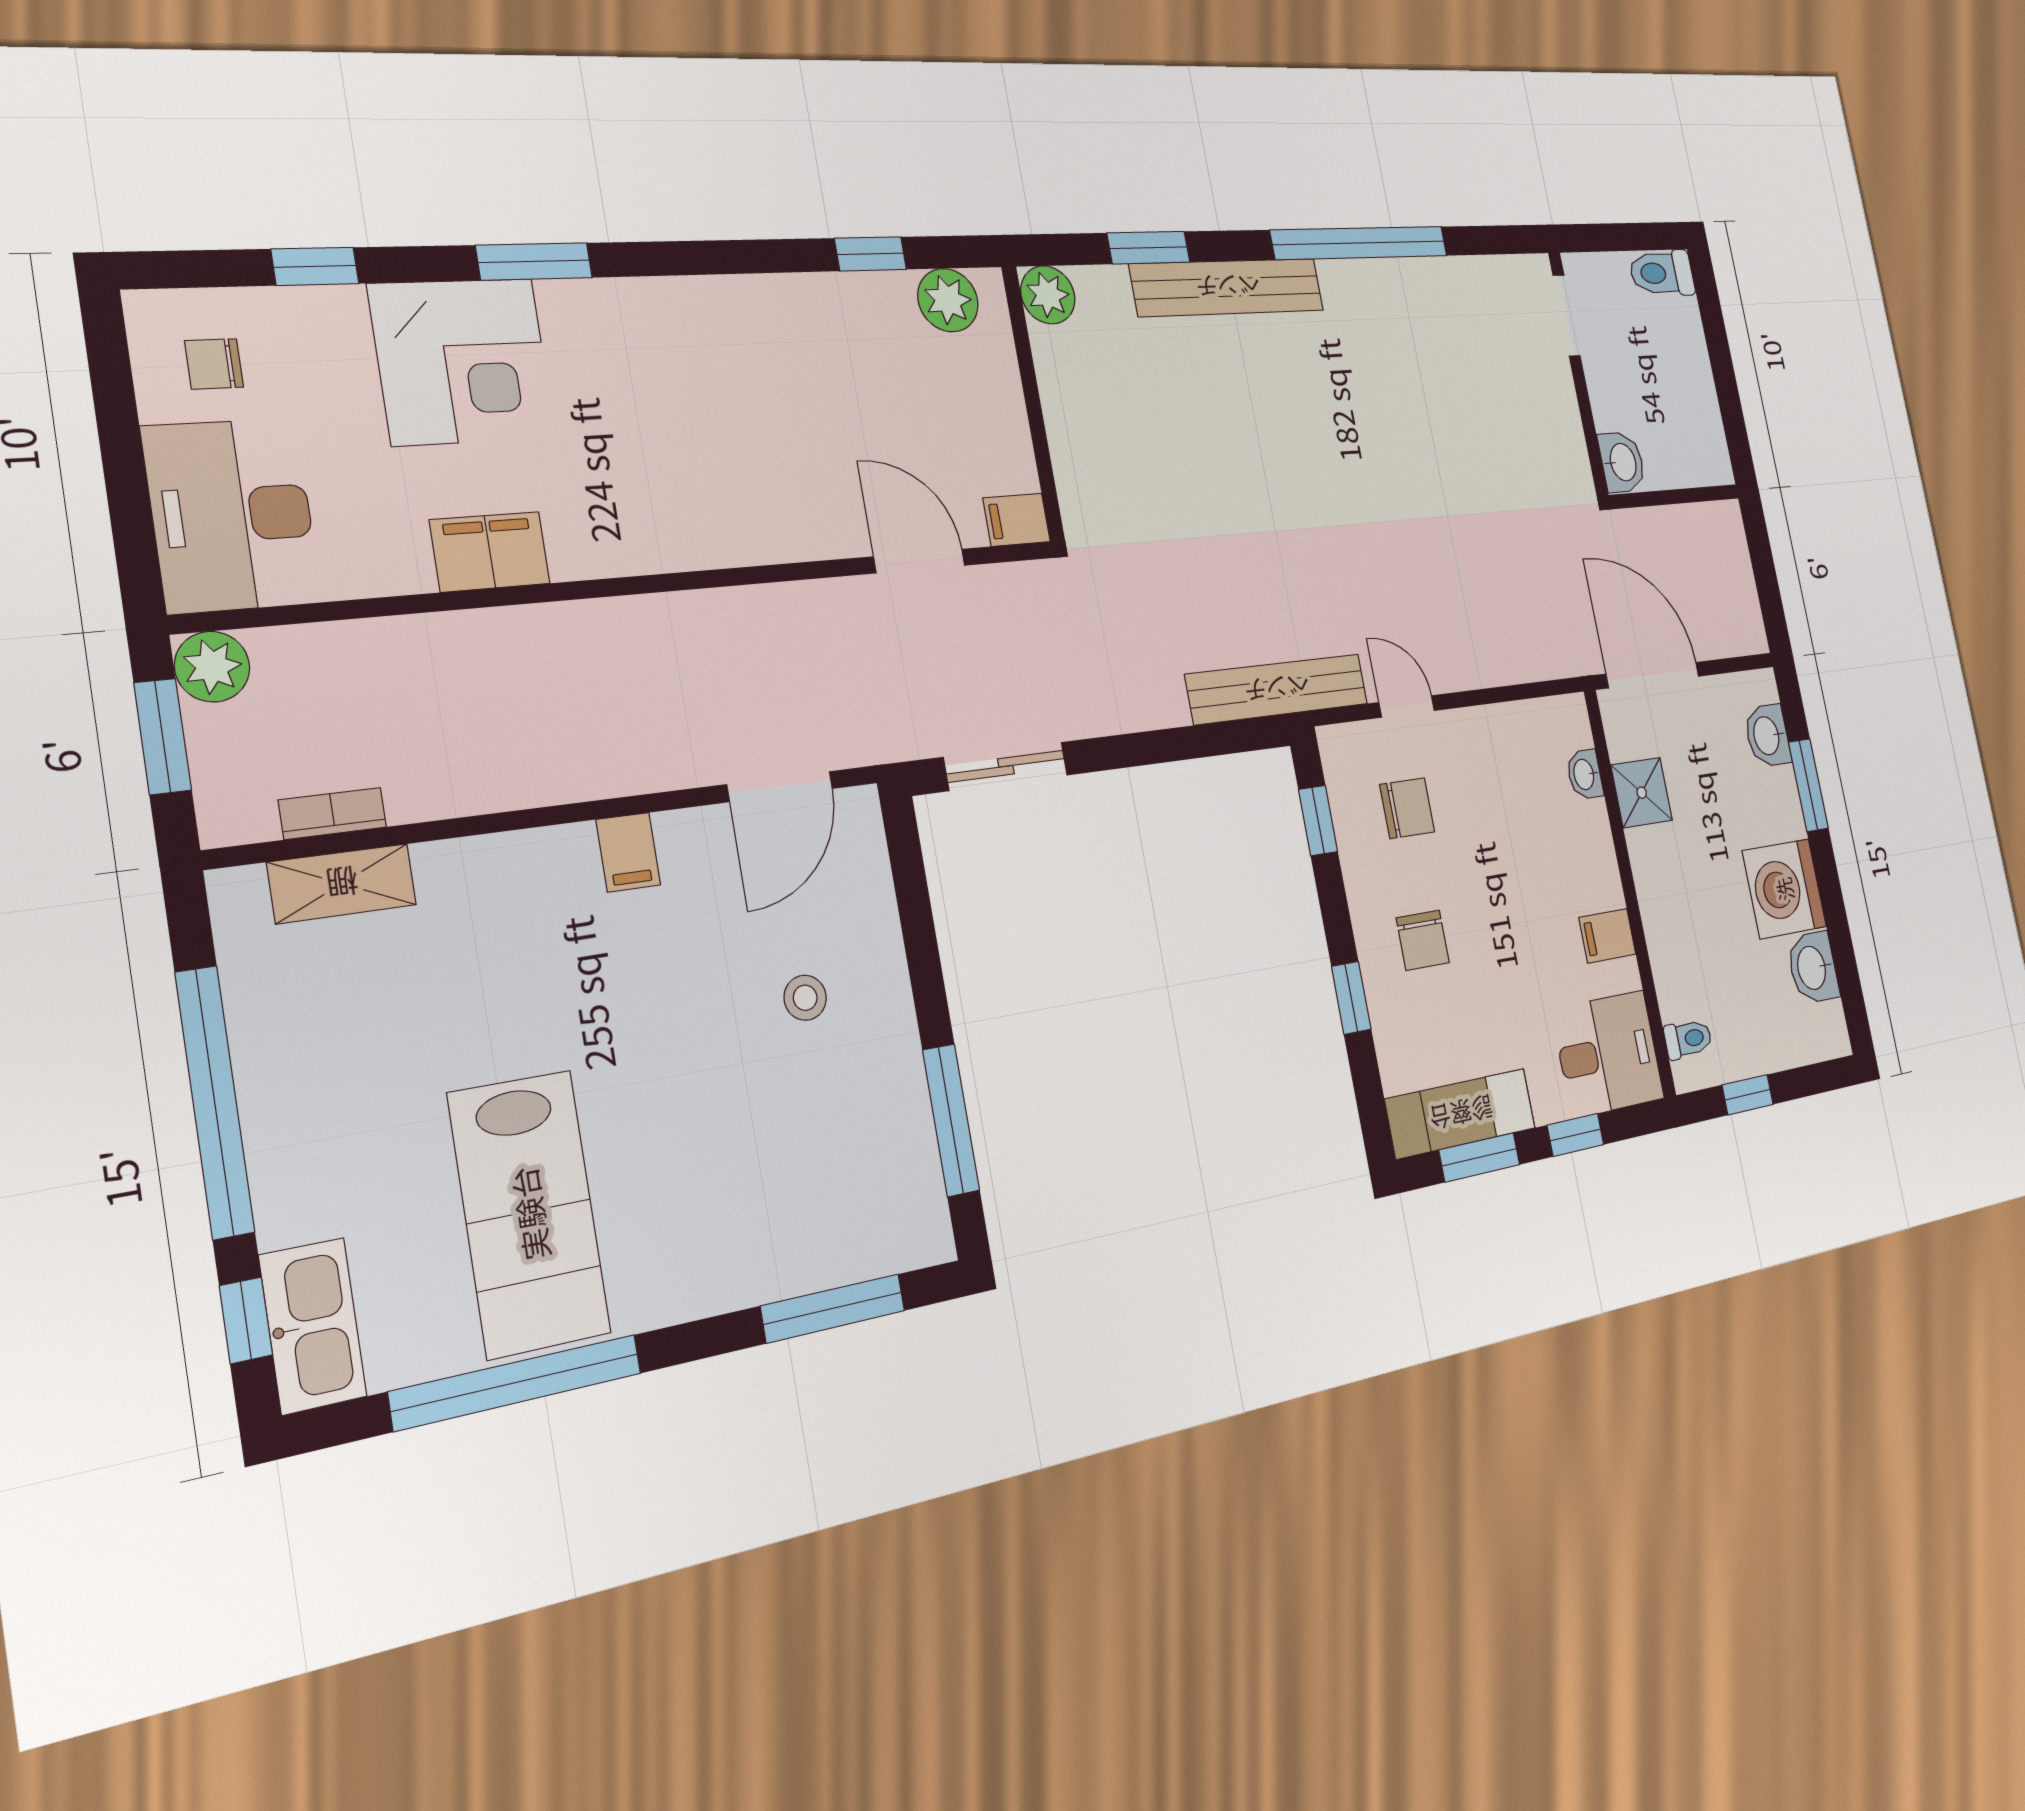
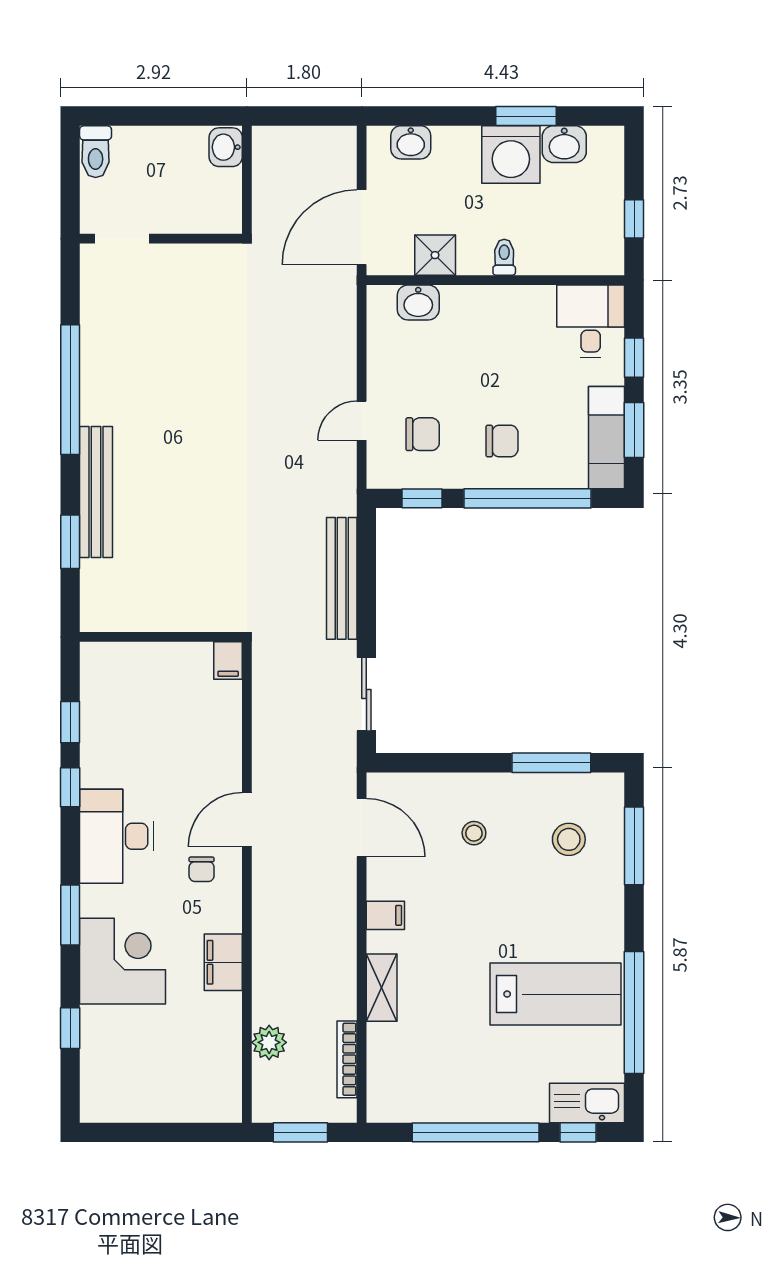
window: (762, 256) -> (70, 787), added
plant: (1048, 295) -> (97, 615), removed
plant: (948, 300) -> (98, 679), removed
chair: (214, 364) -> (202, 869), moved
washbasin: (1622, 462) -> (226, 147), moved, turned -90
desk: (232, 515) -> (117, 836), moved, turned 90
door: (919, 561) -> (247, 820), moved
plant: (212, 667) -> (269, 1042), moved
bench: (1277, 689) -> (342, 578), moved
washbasin: (1585, 774) -> (418, 302), width x1.38, depth x1.45
window: (1808, 785) -> (526, 116), moved
chair: (1407, 808) -> (423, 434), turned 90
bookcase: (333, 814) -> (347, 1059), width x1.56
shelving: (342, 884) -> (382, 988), moved
filing cabinet: (1607, 936) -> (520, 304), removed
window: (1351, 998) -> (528, 498), width x3.17
toilet: (1688, 1039) -> (504, 257), moved
stool: (824, 1180) -> (569, 839), added

